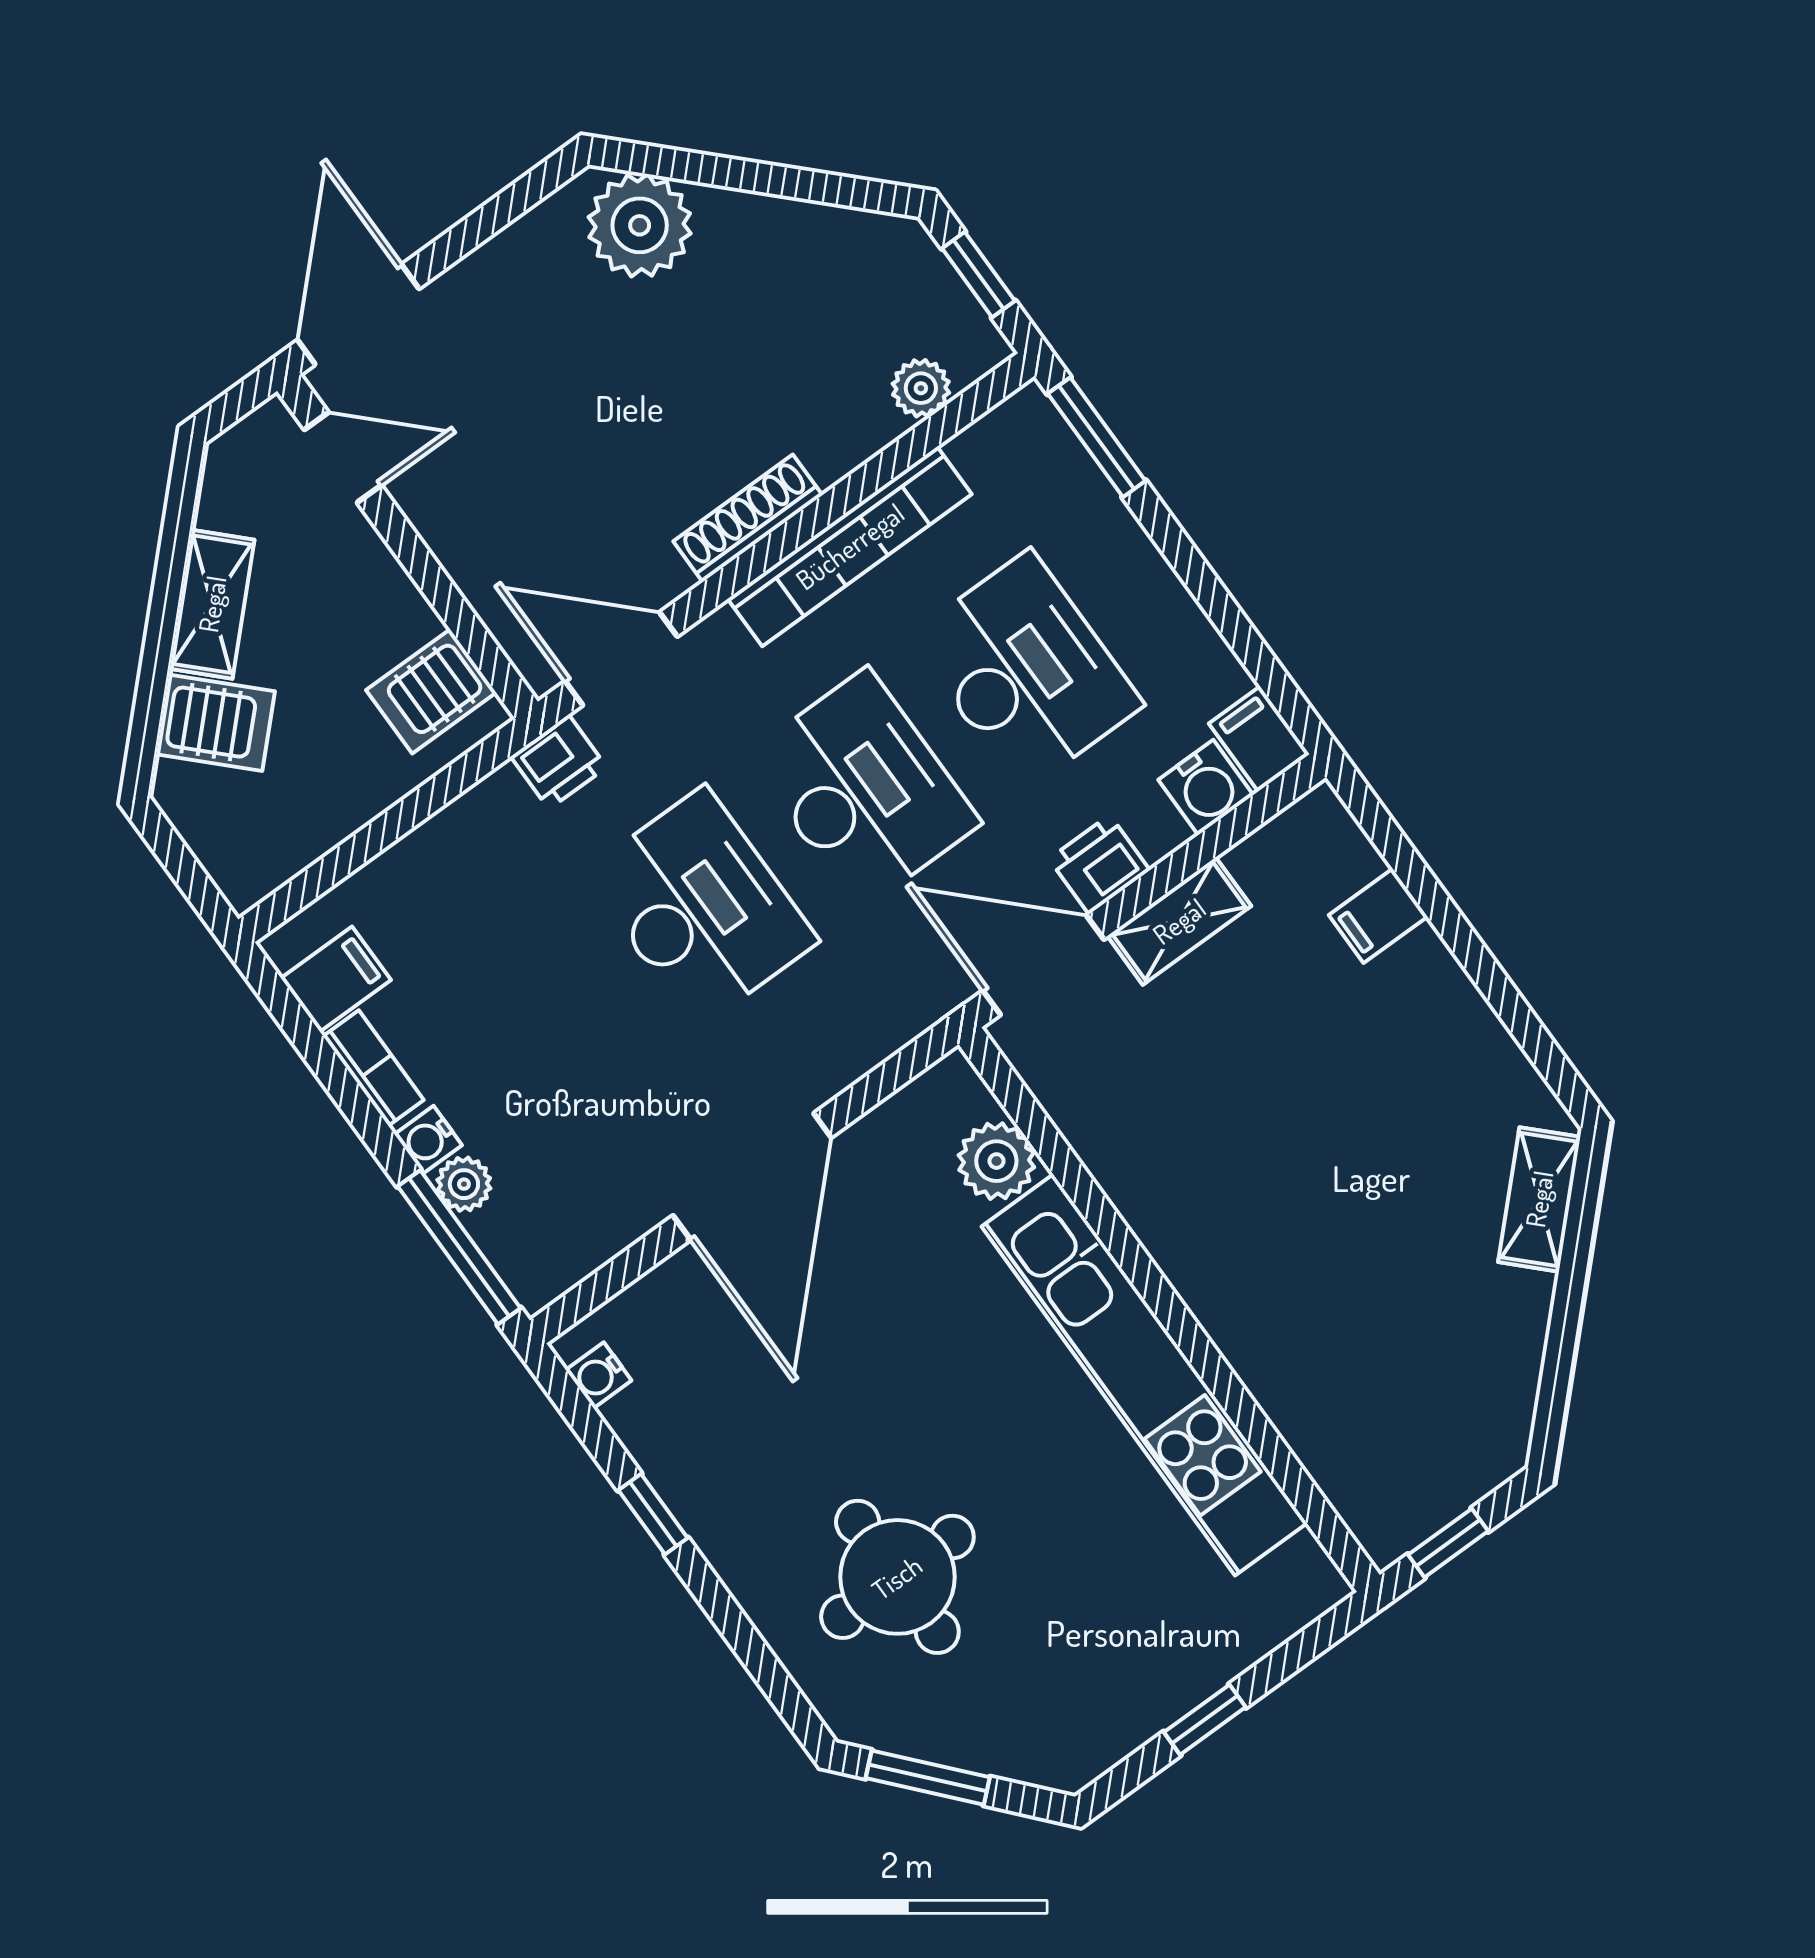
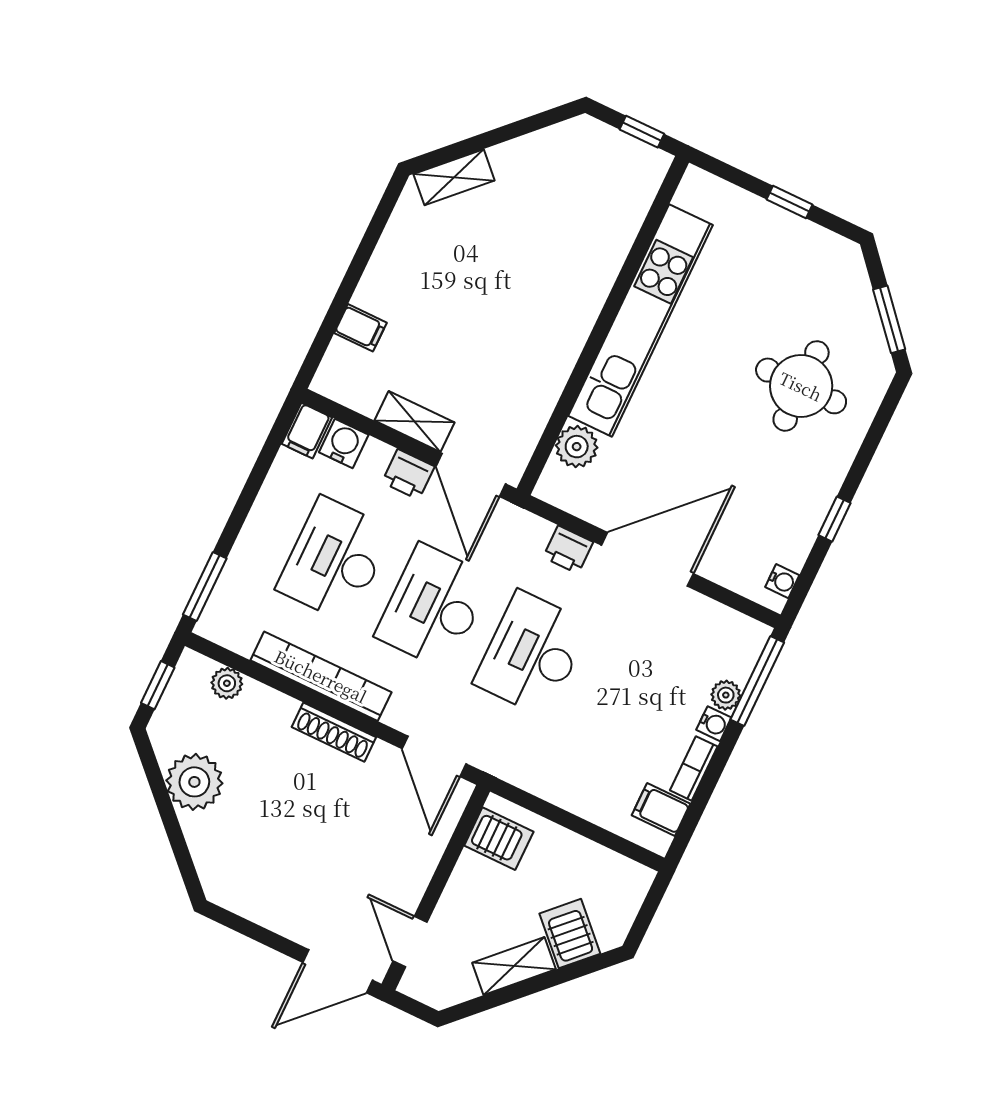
plant: (640, 225) -> (194, 782), moved
printer: (559, 762) -> (568, 550), moved, turned 180

